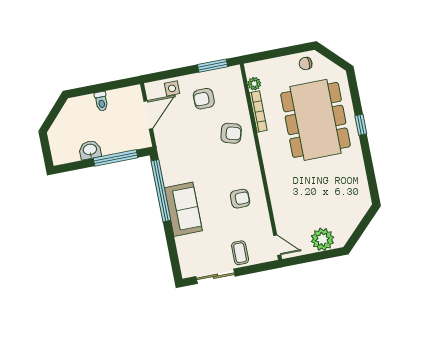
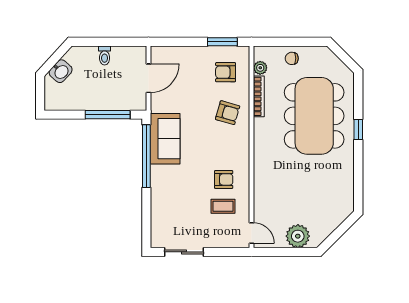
chair: (306, 64) -> (292, 58), moved
side table: (172, 88) -> (177, 56), removed
armchair: (204, 99) -> (226, 72), moved
washbasin: (90, 150) -> (61, 71), moved, turned 133
sofa: (183, 209) -> (165, 139), moved
coffee table: (240, 253) -> (223, 206), moved, turned 90

